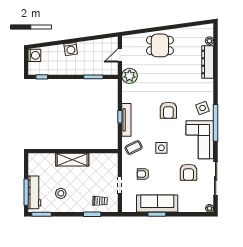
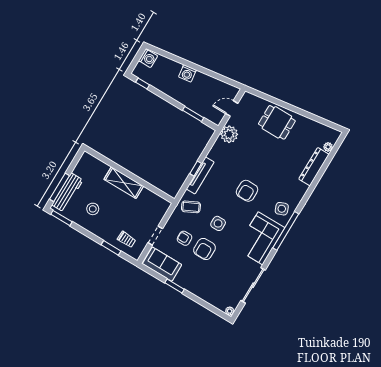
armchair: (188, 172) -> (205, 249), moved
sofa: (157, 204) -> (162, 264), moved, width x0.73

